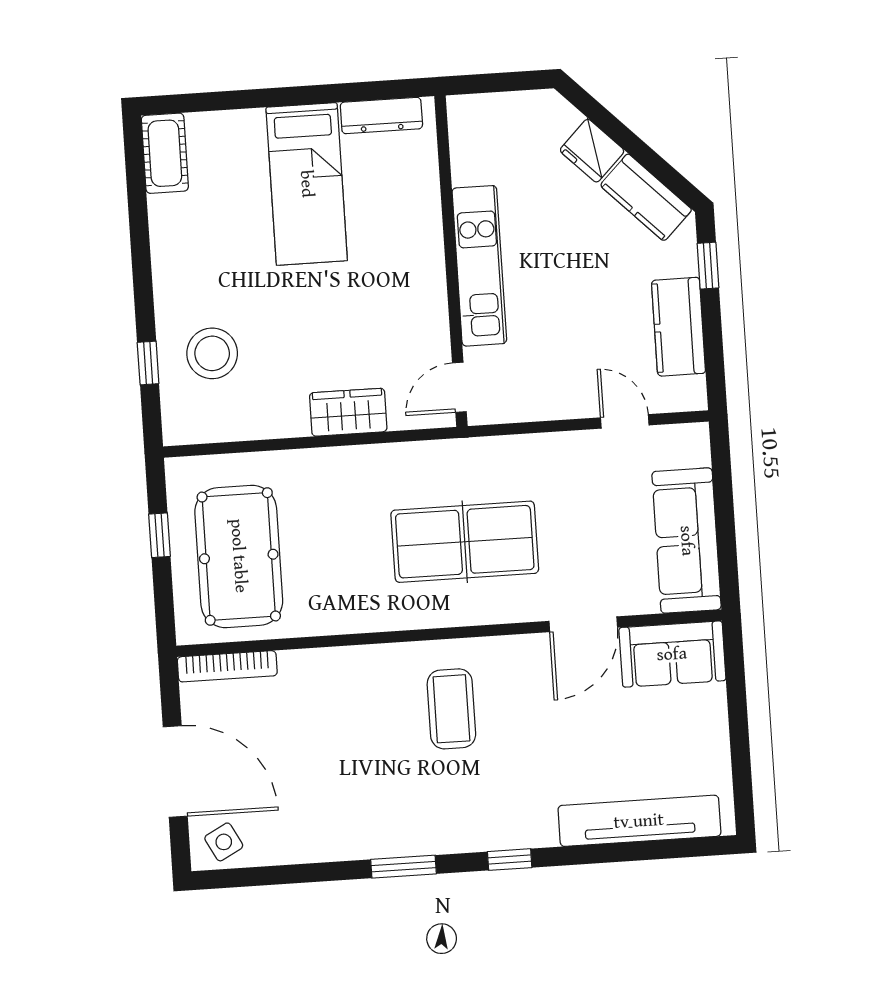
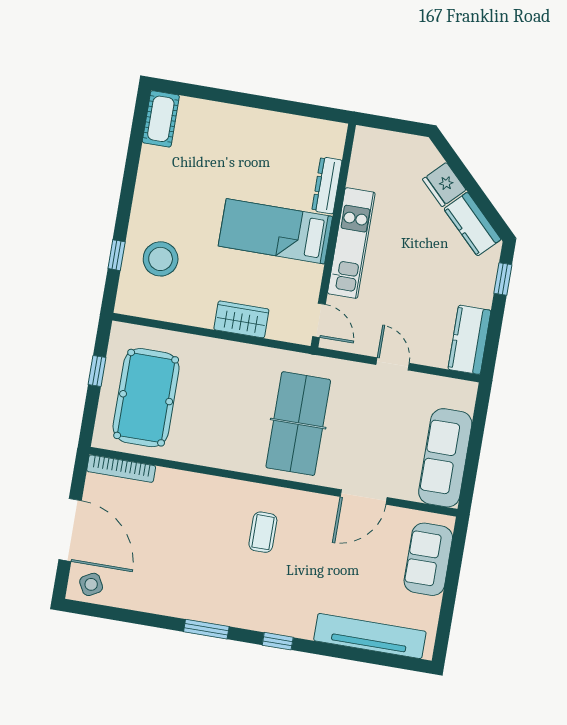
dresser: (381, 116) -> (327, 185), moved, turned 90
bed: (307, 184) -> (275, 231), moved, turned 90
kitchen counter: (679, 327) -> (469, 340), moved
door: (459, 387) -> (319, 320), swing flipped
door: (625, 421) -> (393, 364), moved
table tennis table: (465, 542) -> (298, 424), turned 90
sofa: (672, 654) -> (428, 559), moved, turned 90
coffee table: (451, 709) -> (263, 532), width x0.73, depth x0.77

